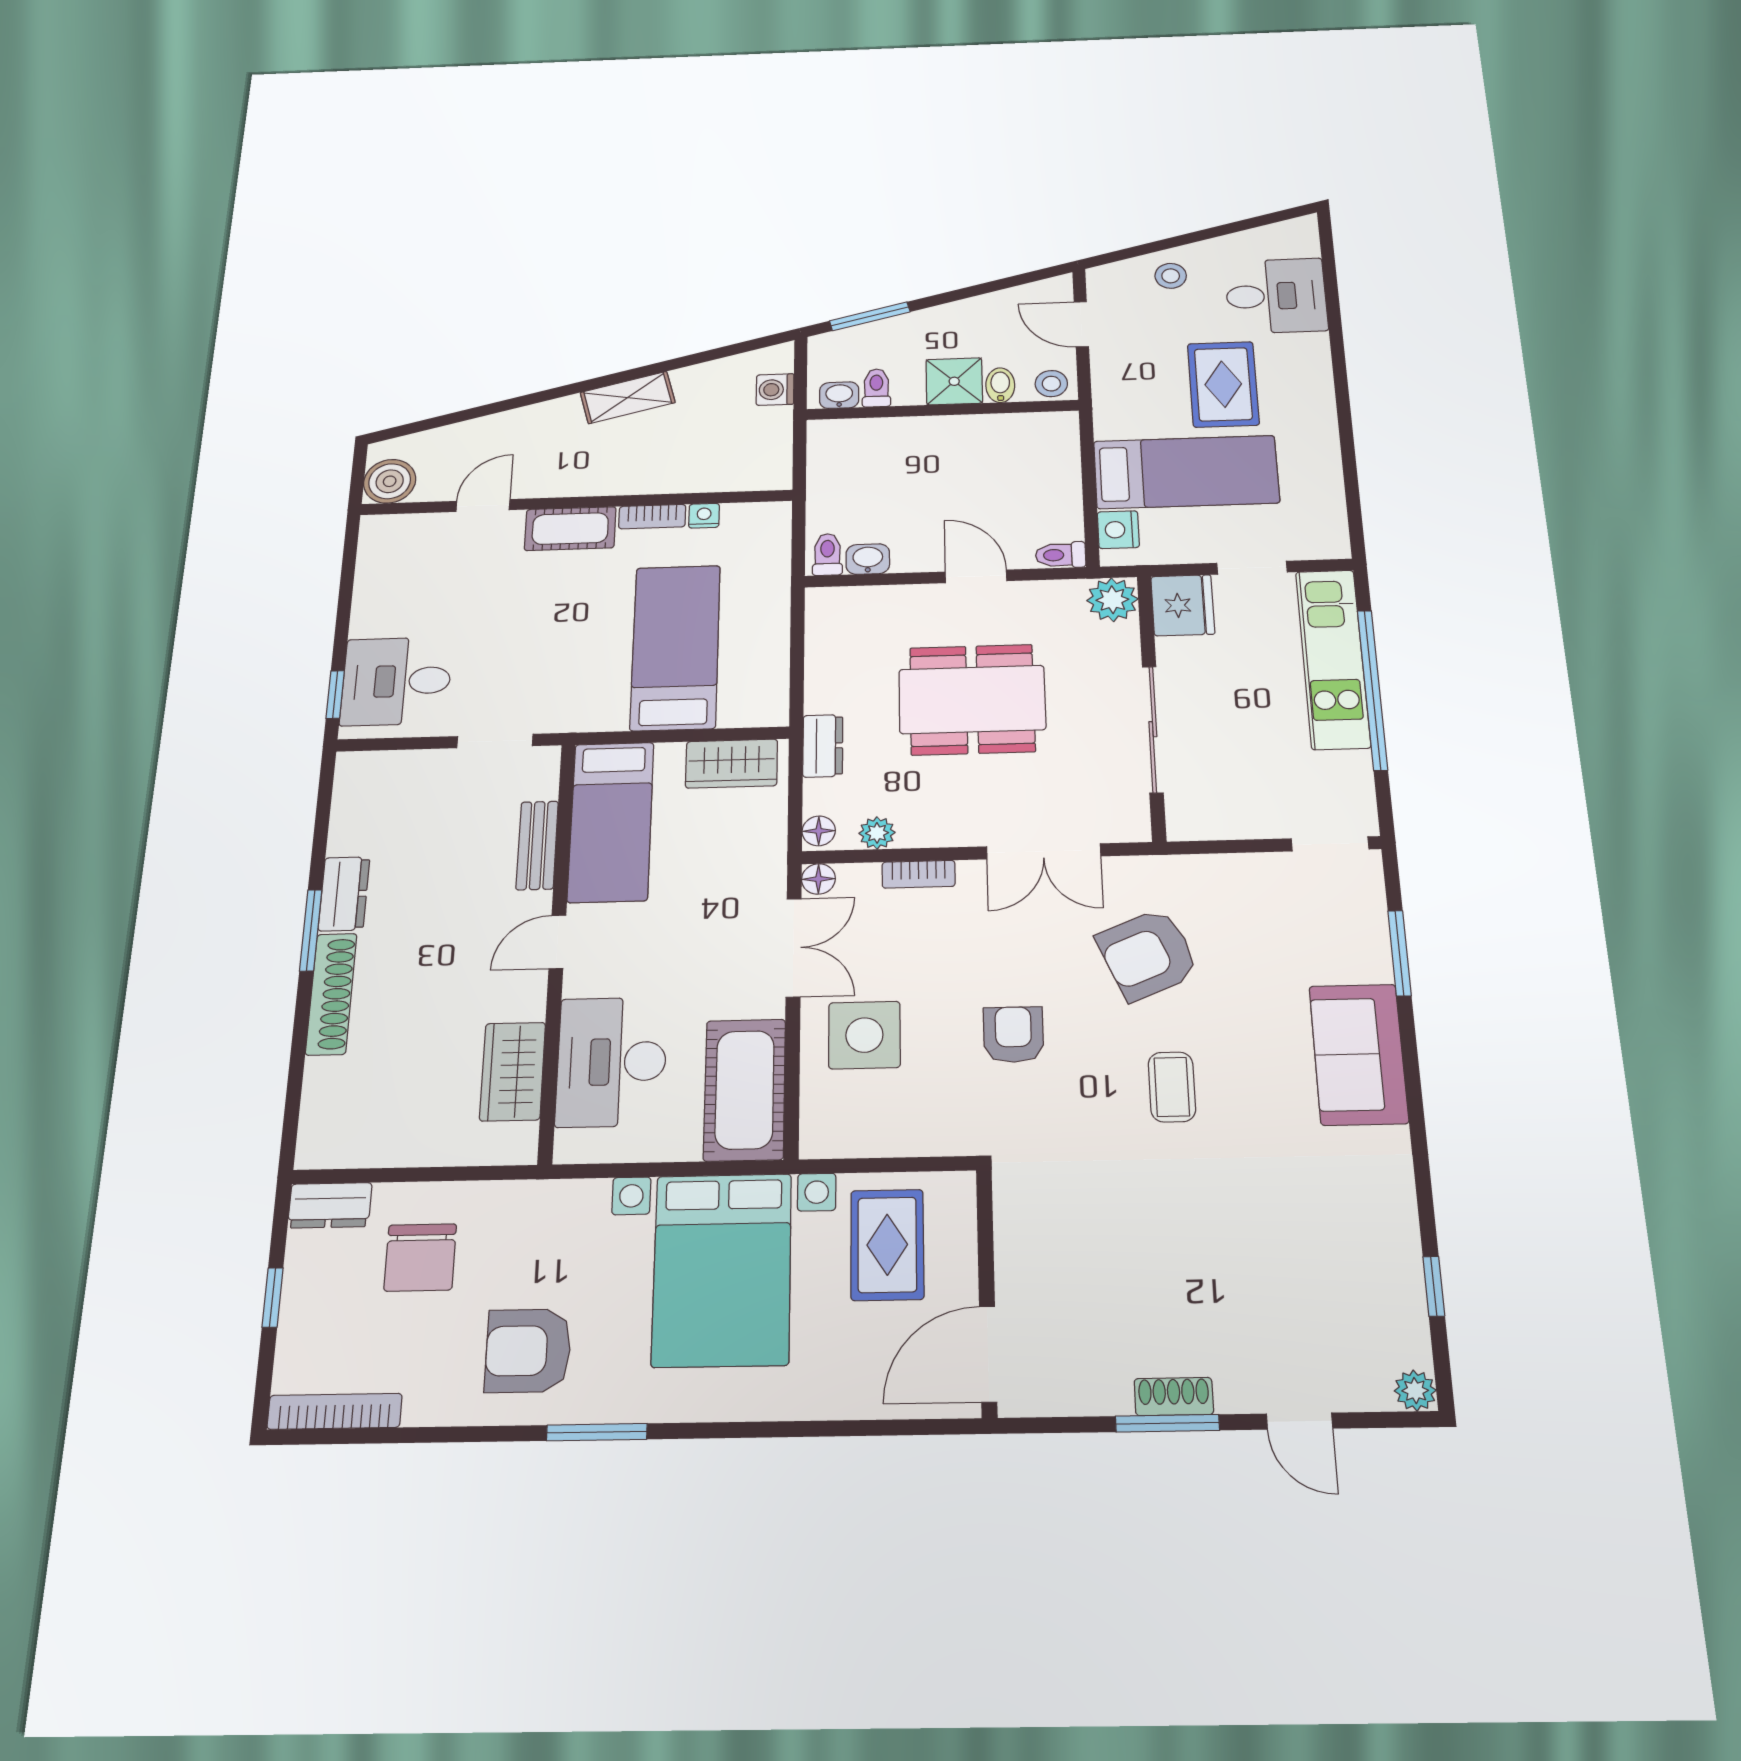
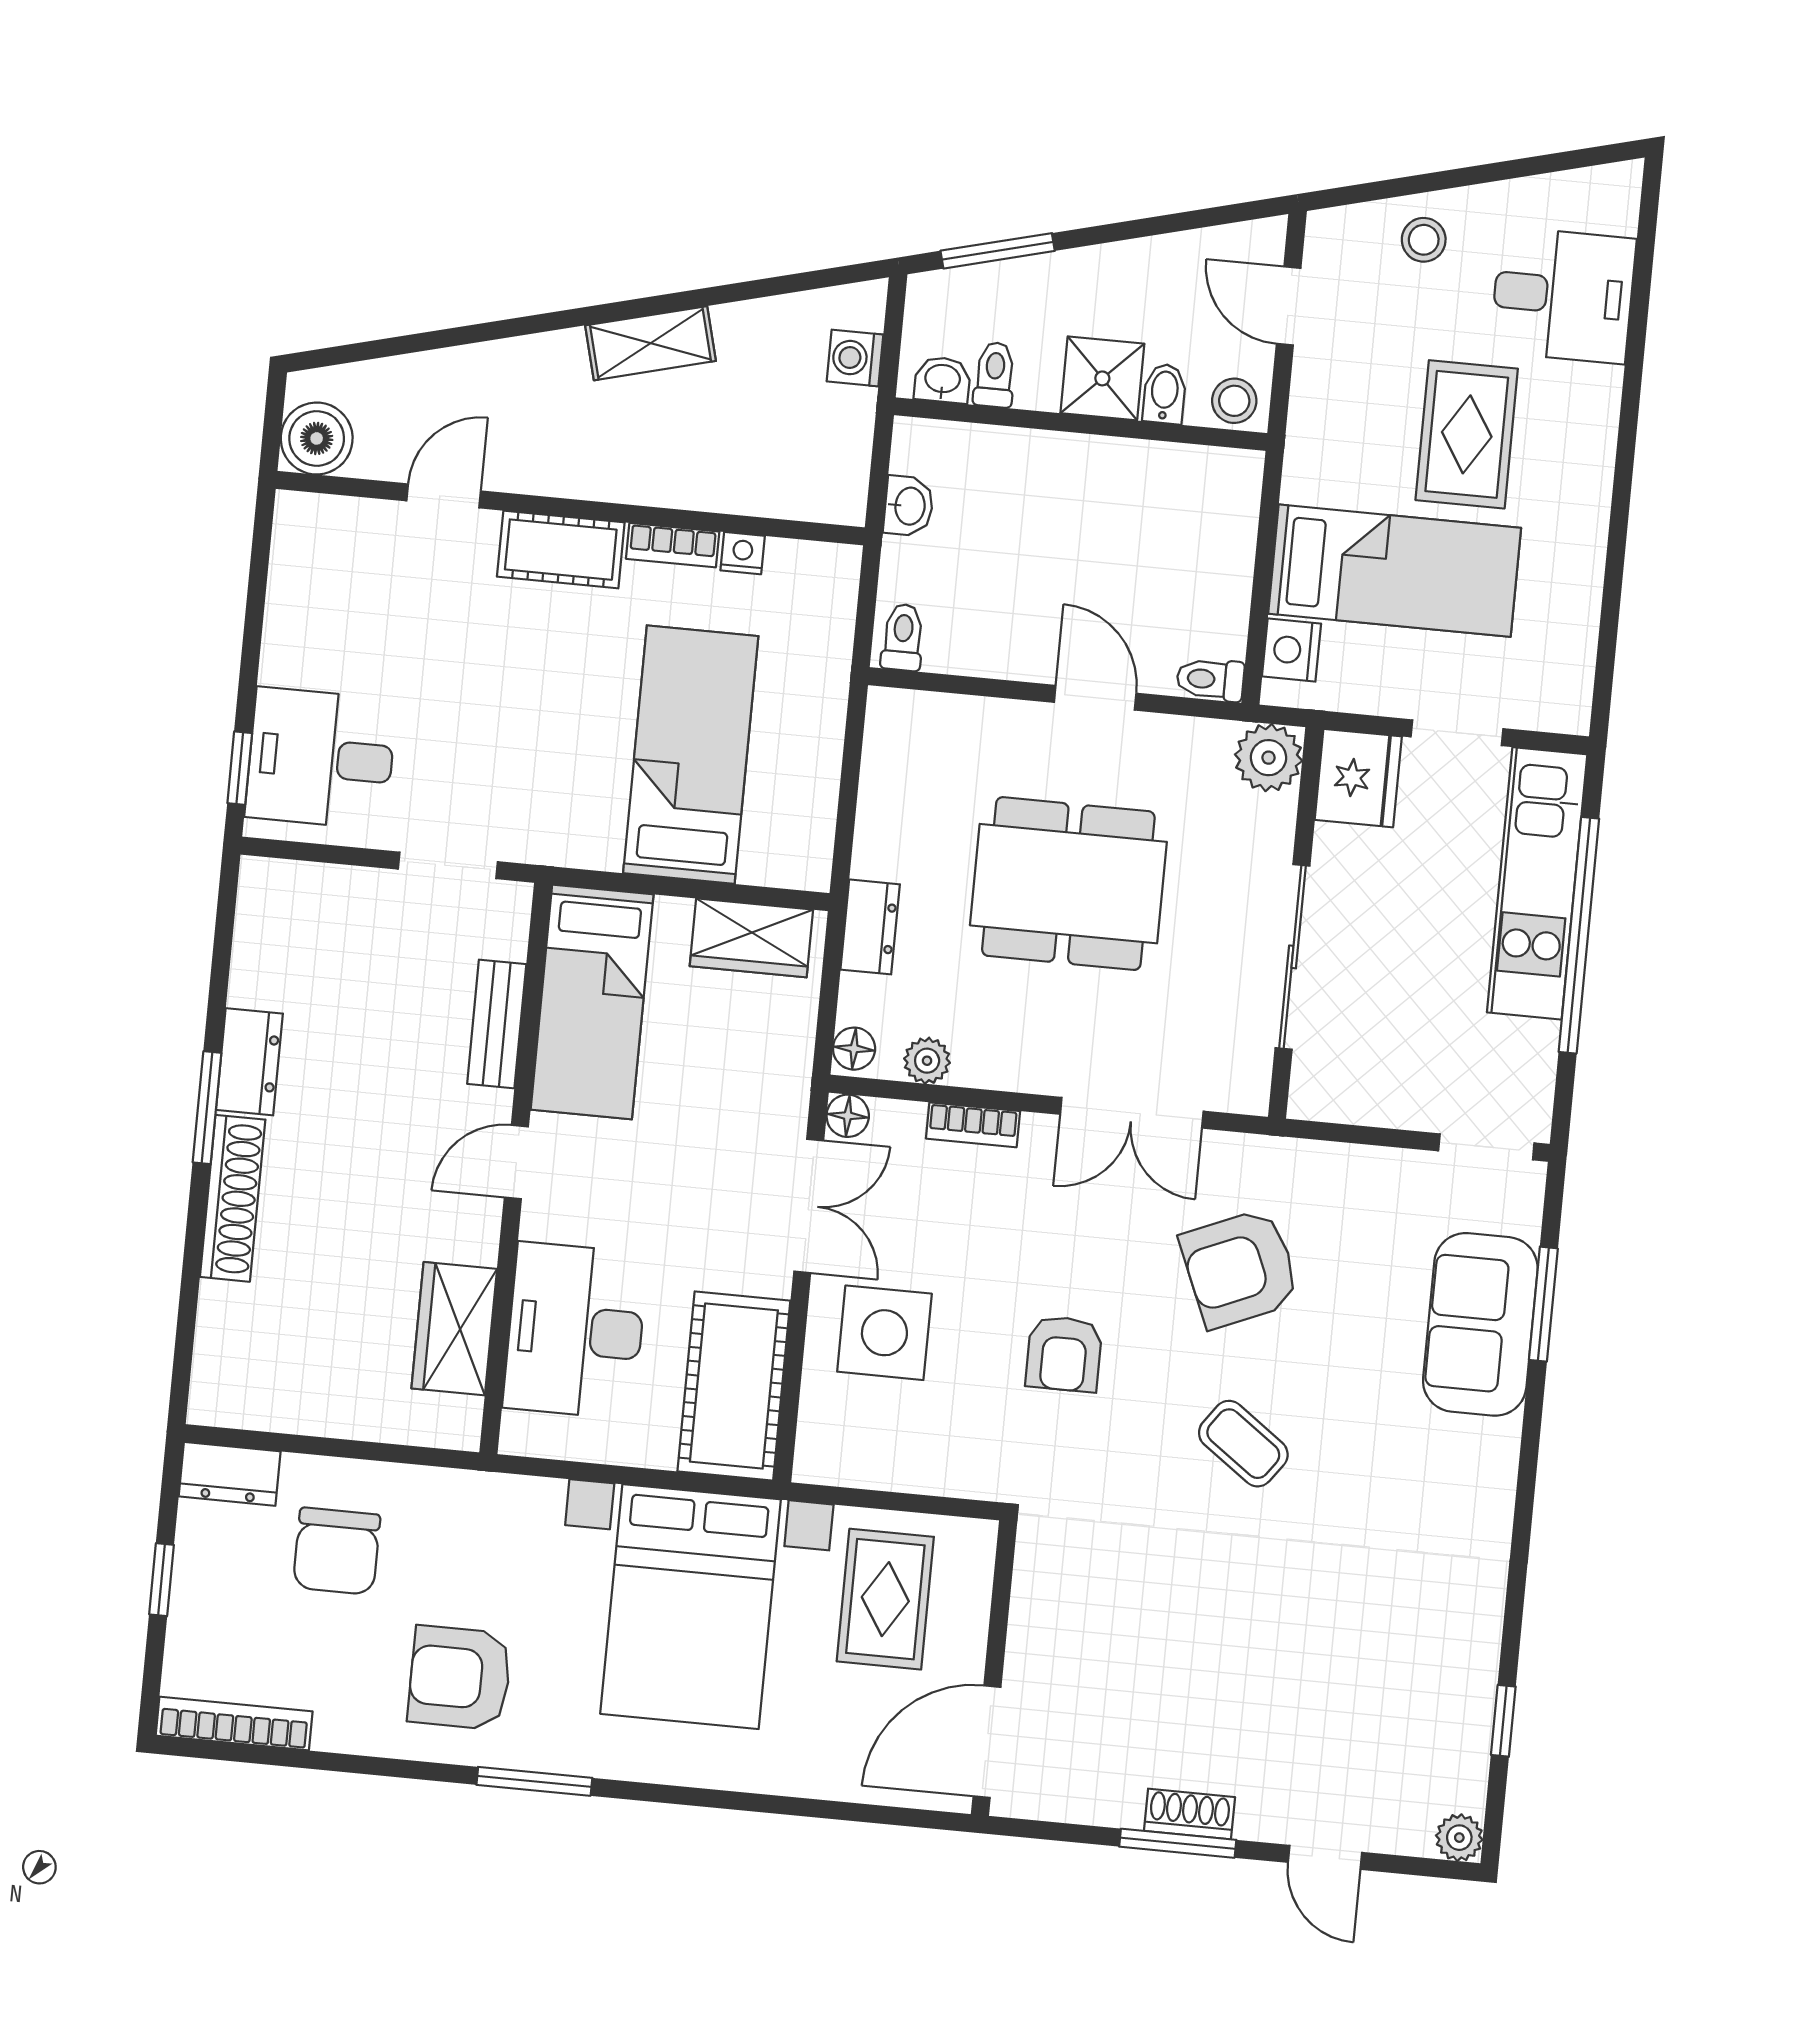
washbasin: (868, 559) -> (909, 506), moved, turned 90
armchair: (1013, 1035) -> (1064, 1354), turned 180
sofa: (1359, 1054) -> (1480, 1324), moved
coffee table: (1172, 1087) -> (1243, 1444), turned -54

